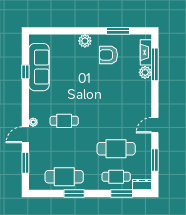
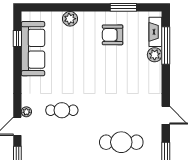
plant: (85, 41) -> (70, 19), moved
window: (25, 72) -> (17, 38), moved
door: (155, 125) -> (166, 115), swing flipped

